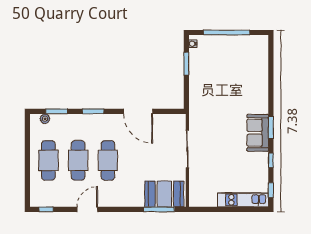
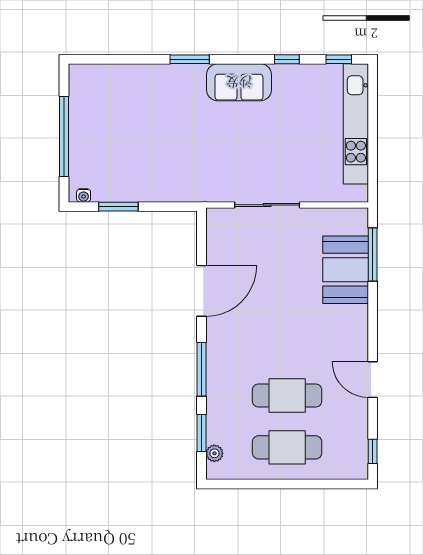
window: (93, 111) -> (202, 369), width x1.44
window: (271, 128) -> (190, 59), moved
cafe table: (108, 160) -> (287, 344), removed
booth: (164, 194) -> (346, 270), moved
kitchen unit: (243, 200) -> (356, 124), width x1.36

